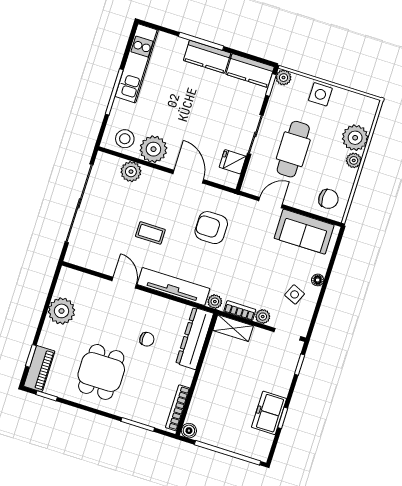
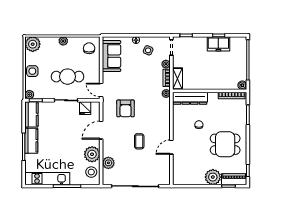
plant: (355, 138) -> (33, 44), moved
door: (270, 203) -> (101, 90), moved
tv unit: (173, 286) -> (165, 119), removed
plant: (62, 311) -> (213, 177), moved

